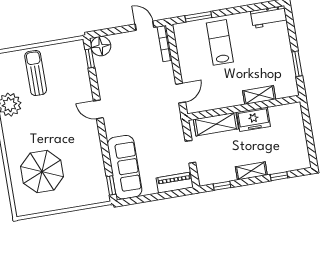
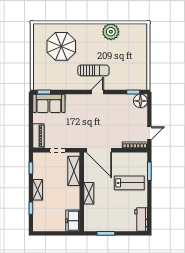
sun lounger: (36, 73) -> (93, 70), moved
door: (181, 93) -> (99, 150), width x1.88
shelving: (259, 95) -> (89, 193), moved
freezer: (254, 119) -> (73, 221), moved
sofa: (125, 167) -> (49, 103), width x0.73

